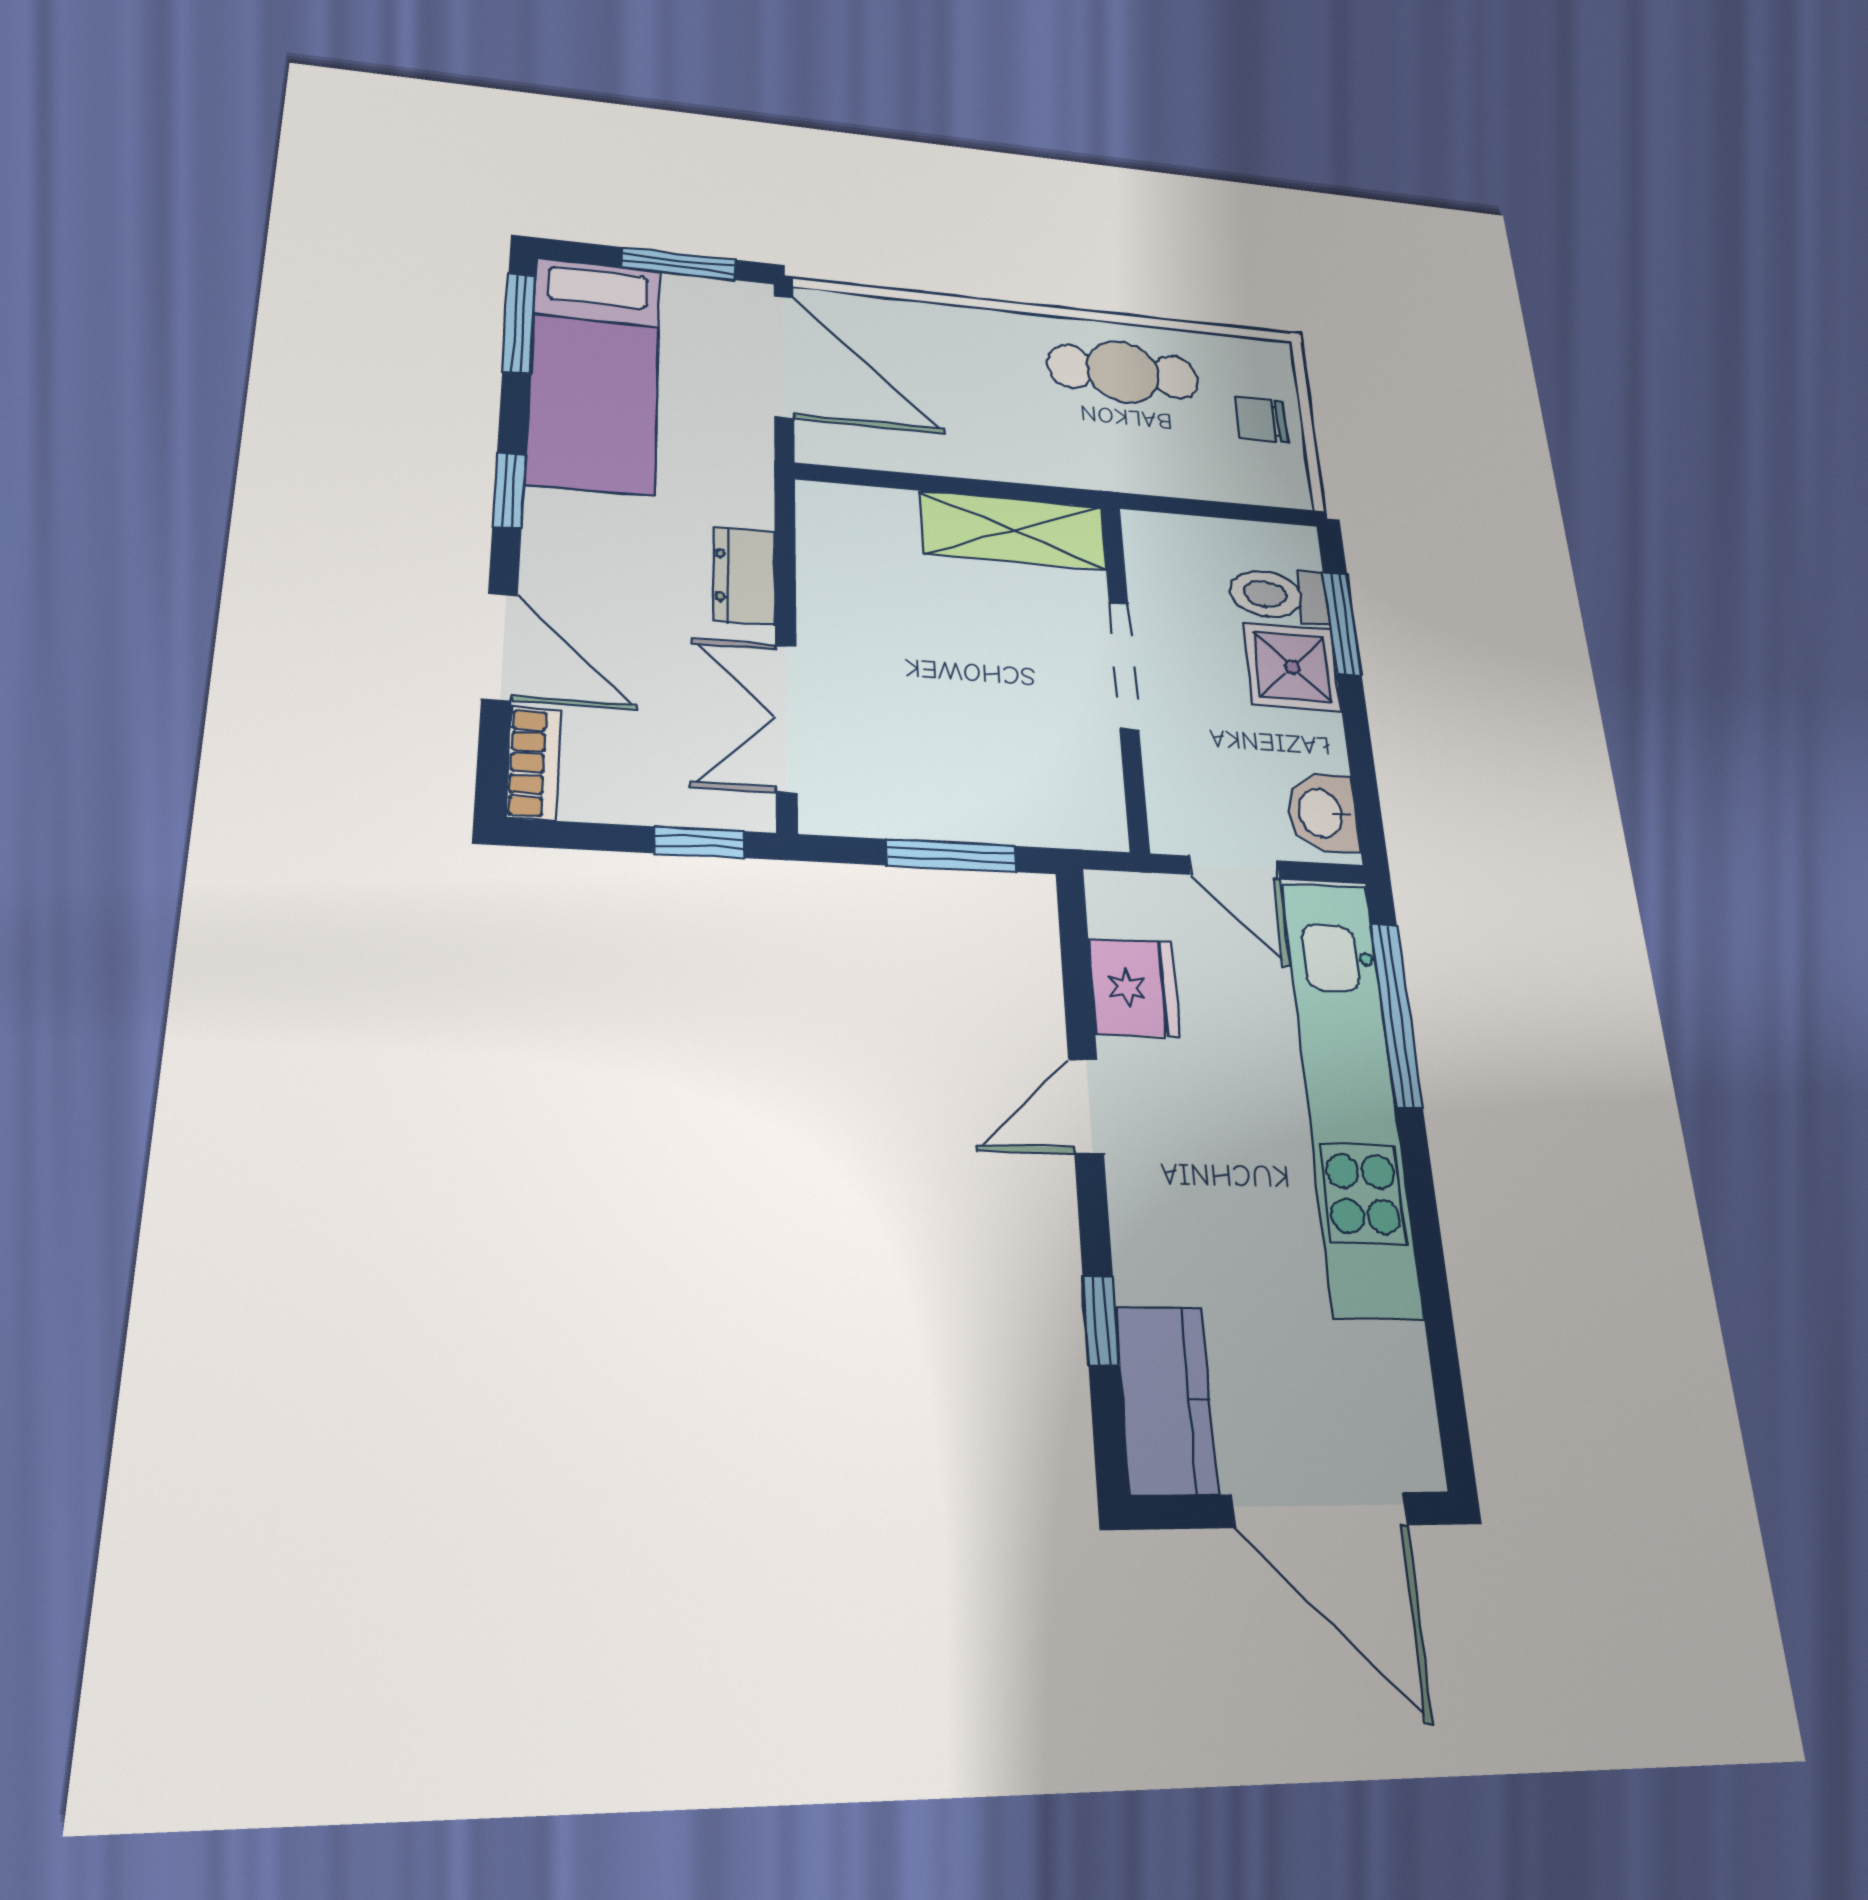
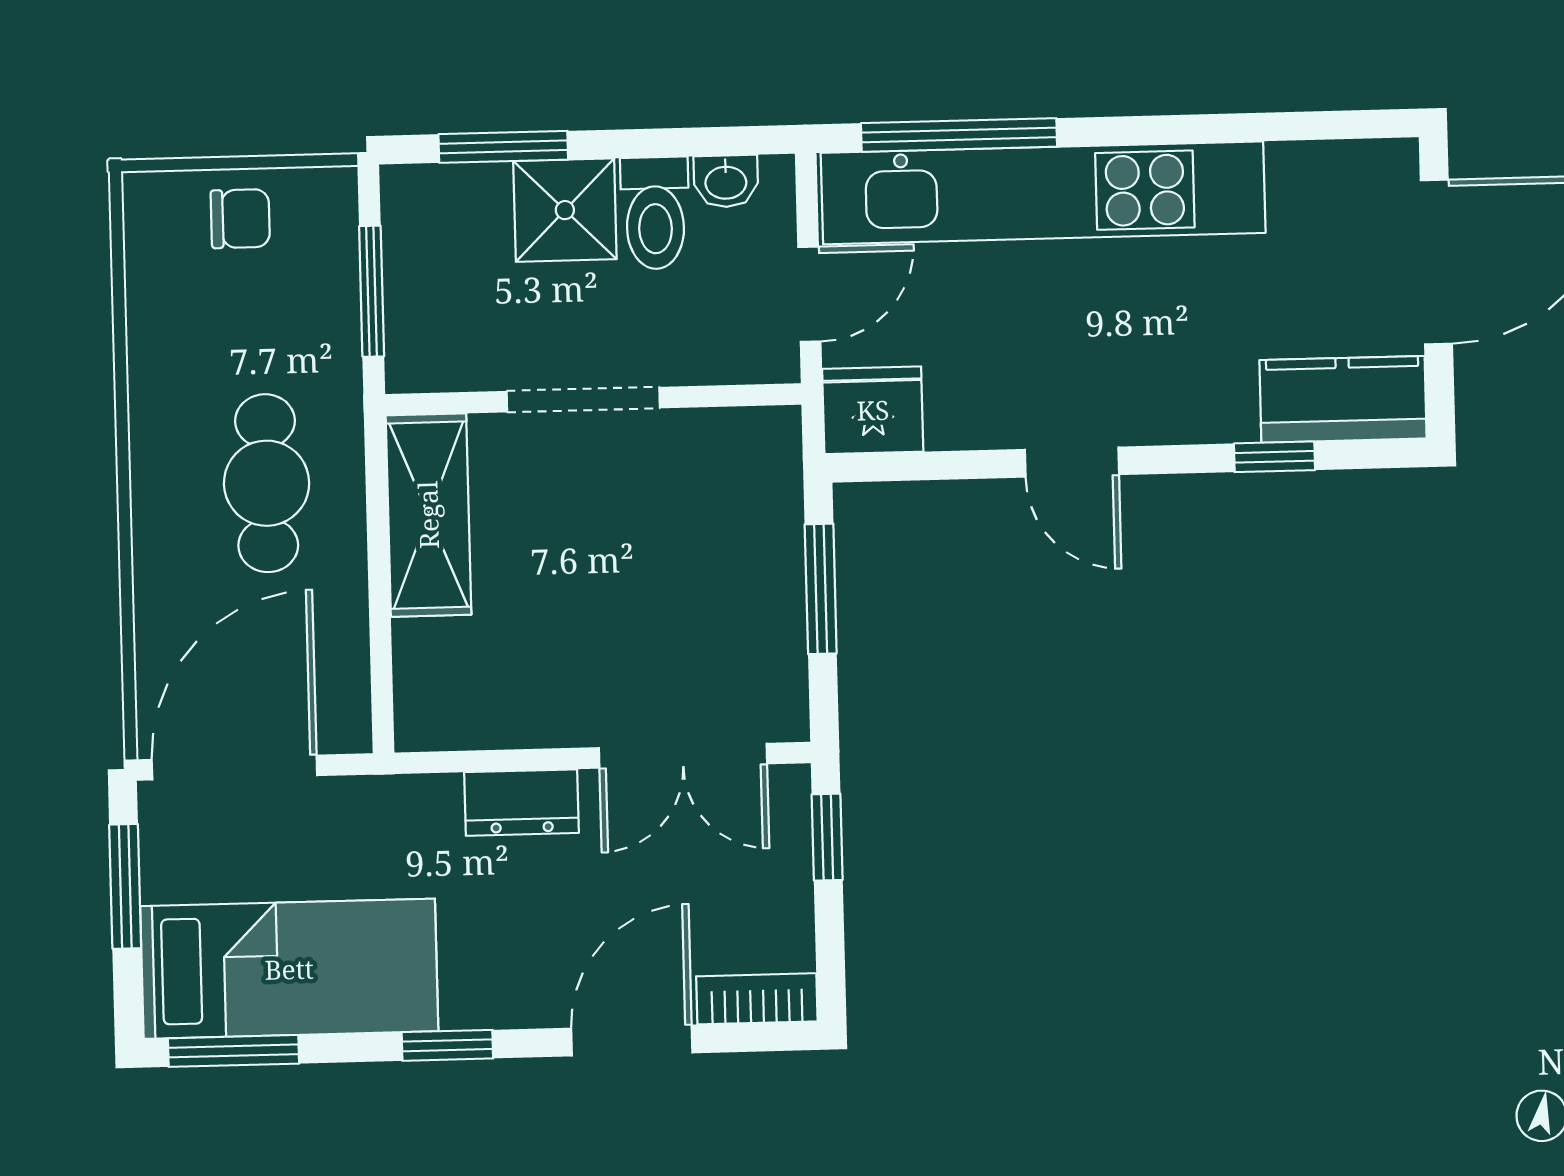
cafe table: (1123, 372) -> (267, 483), moved
chair: (1261, 420) -> (240, 219), turned -90
window: (1208, 509) -> (372, 291), added
toilet: (1279, 595) -> (655, 213), moved
washbasin: (1322, 813) -> (726, 181), width x0.72, depth x0.69
fridge: (1134, 988) -> (873, 410), moved

